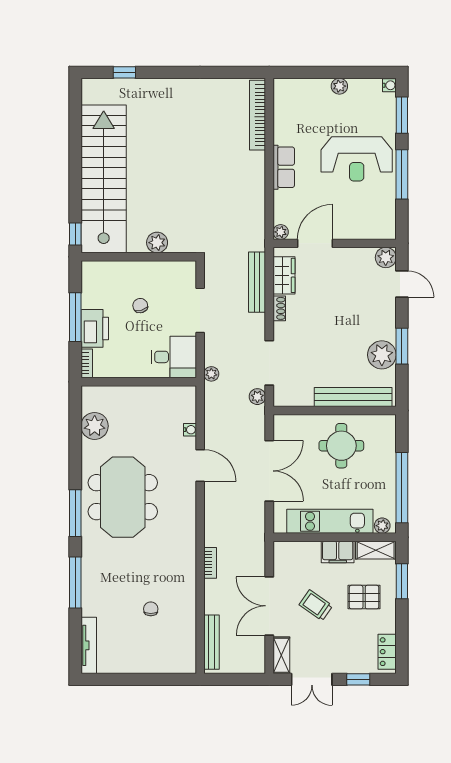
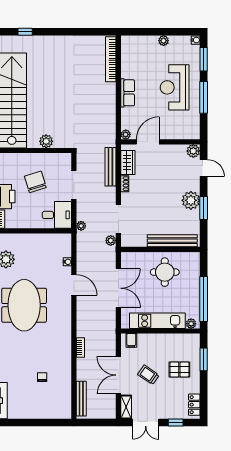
reception desk: (357, 159) -> (175, 87), turned 90
chair: (140, 306) -> (35, 182), width x1.87, depth x1.87
plant: (382, 355) -> (191, 200), moved
shelving: (376, 550) -> (187, 339), removed
filing cabinet: (338, 552) -> (131, 340), moved, width x0.50

